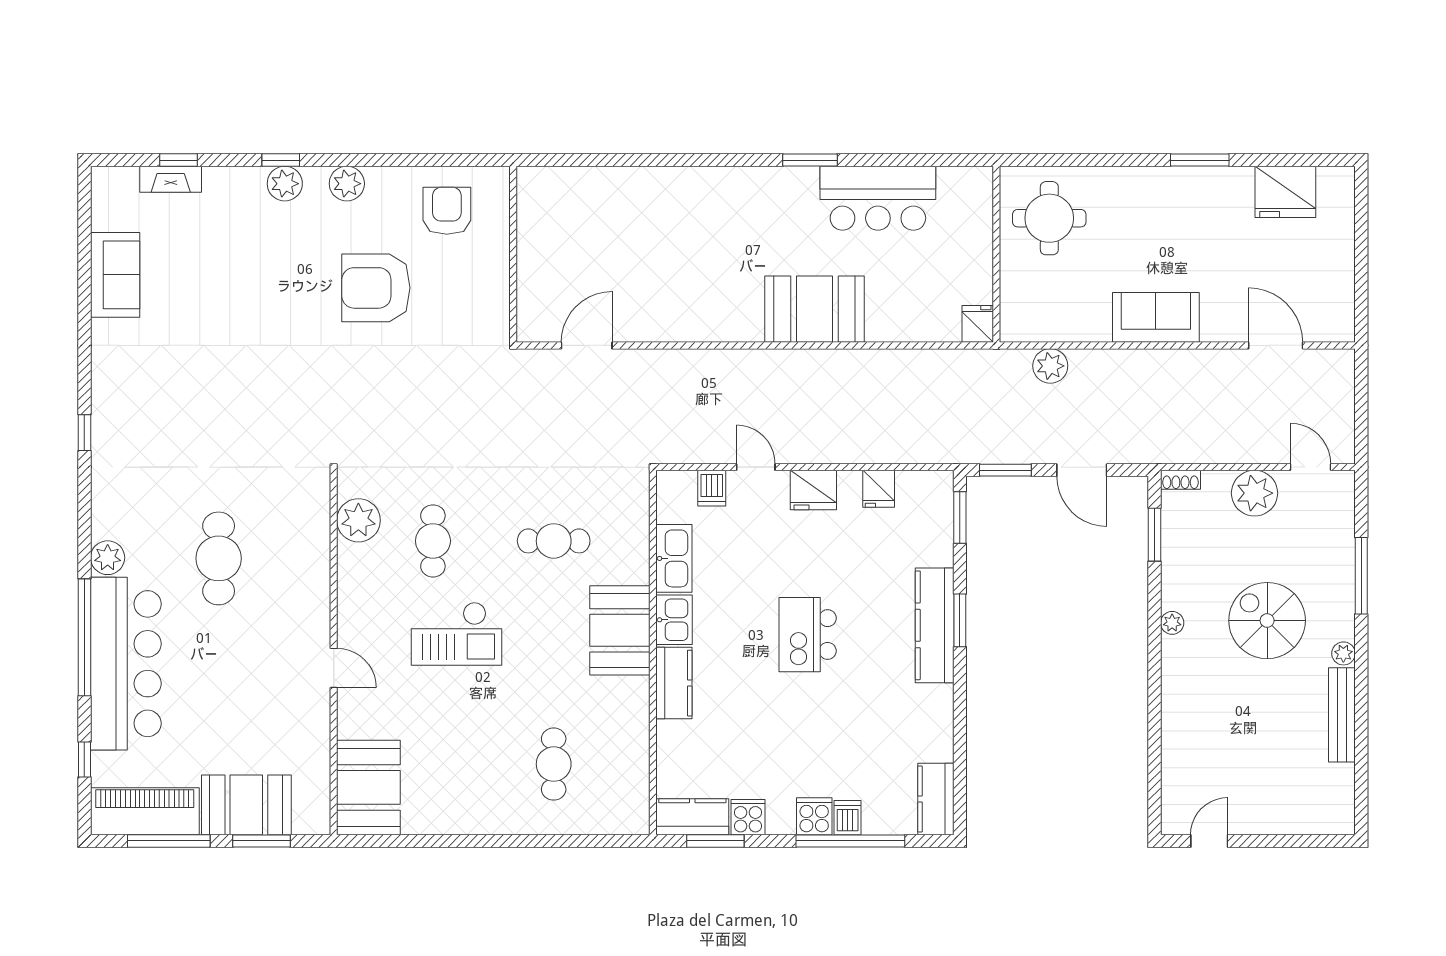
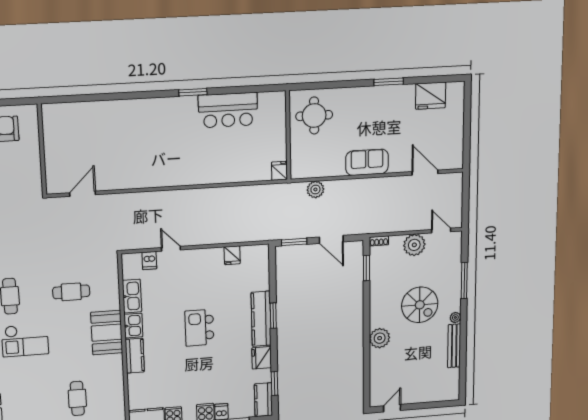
booth: (815, 309) -> (198, 168), removed
fridge: (813, 490) -> (262, 358), moved, turned 90
window: (960, 517) -> (275, 384), moved
spiral stairs: (1267, 621) -> (420, 305), turned 180
plant: (1172, 623) -> (380, 338), moved, width x1.88, depth x1.88

